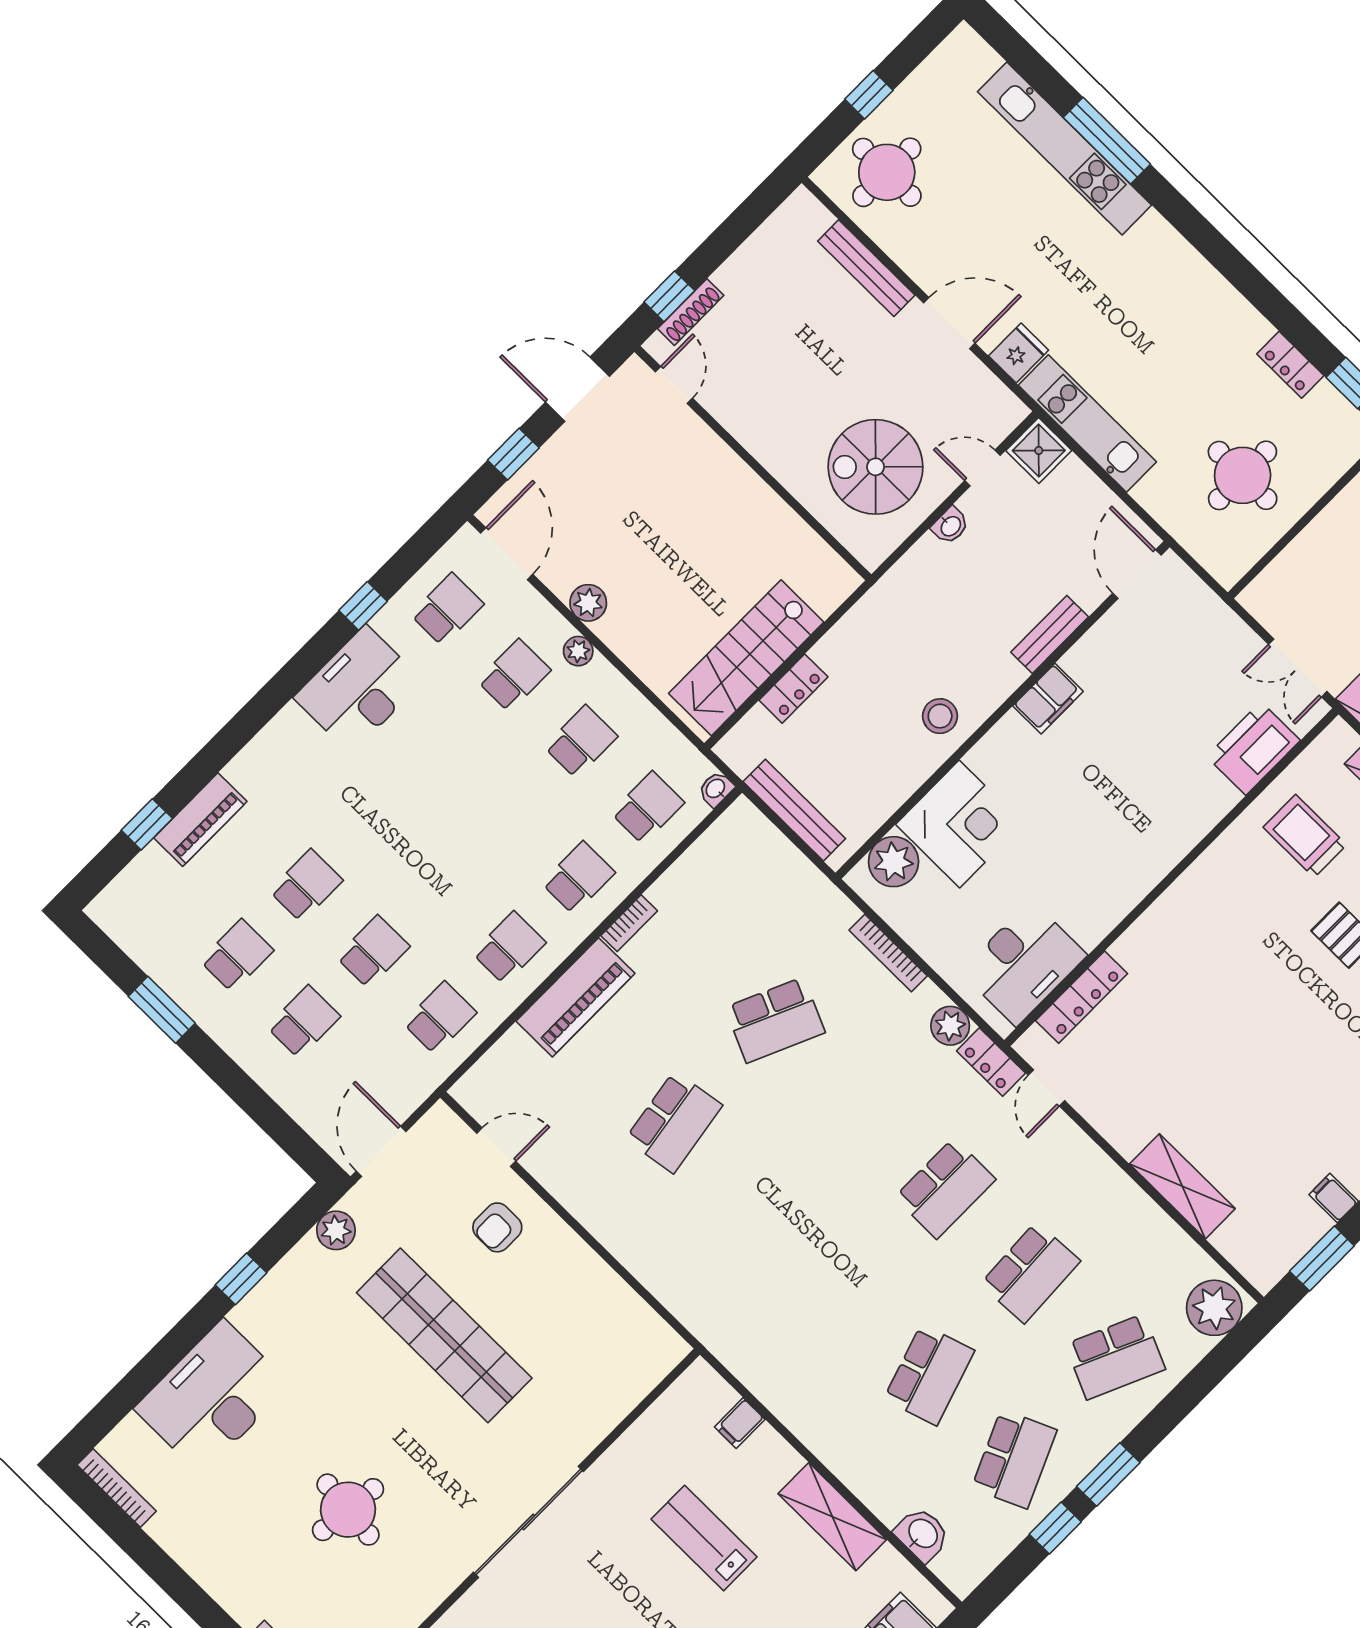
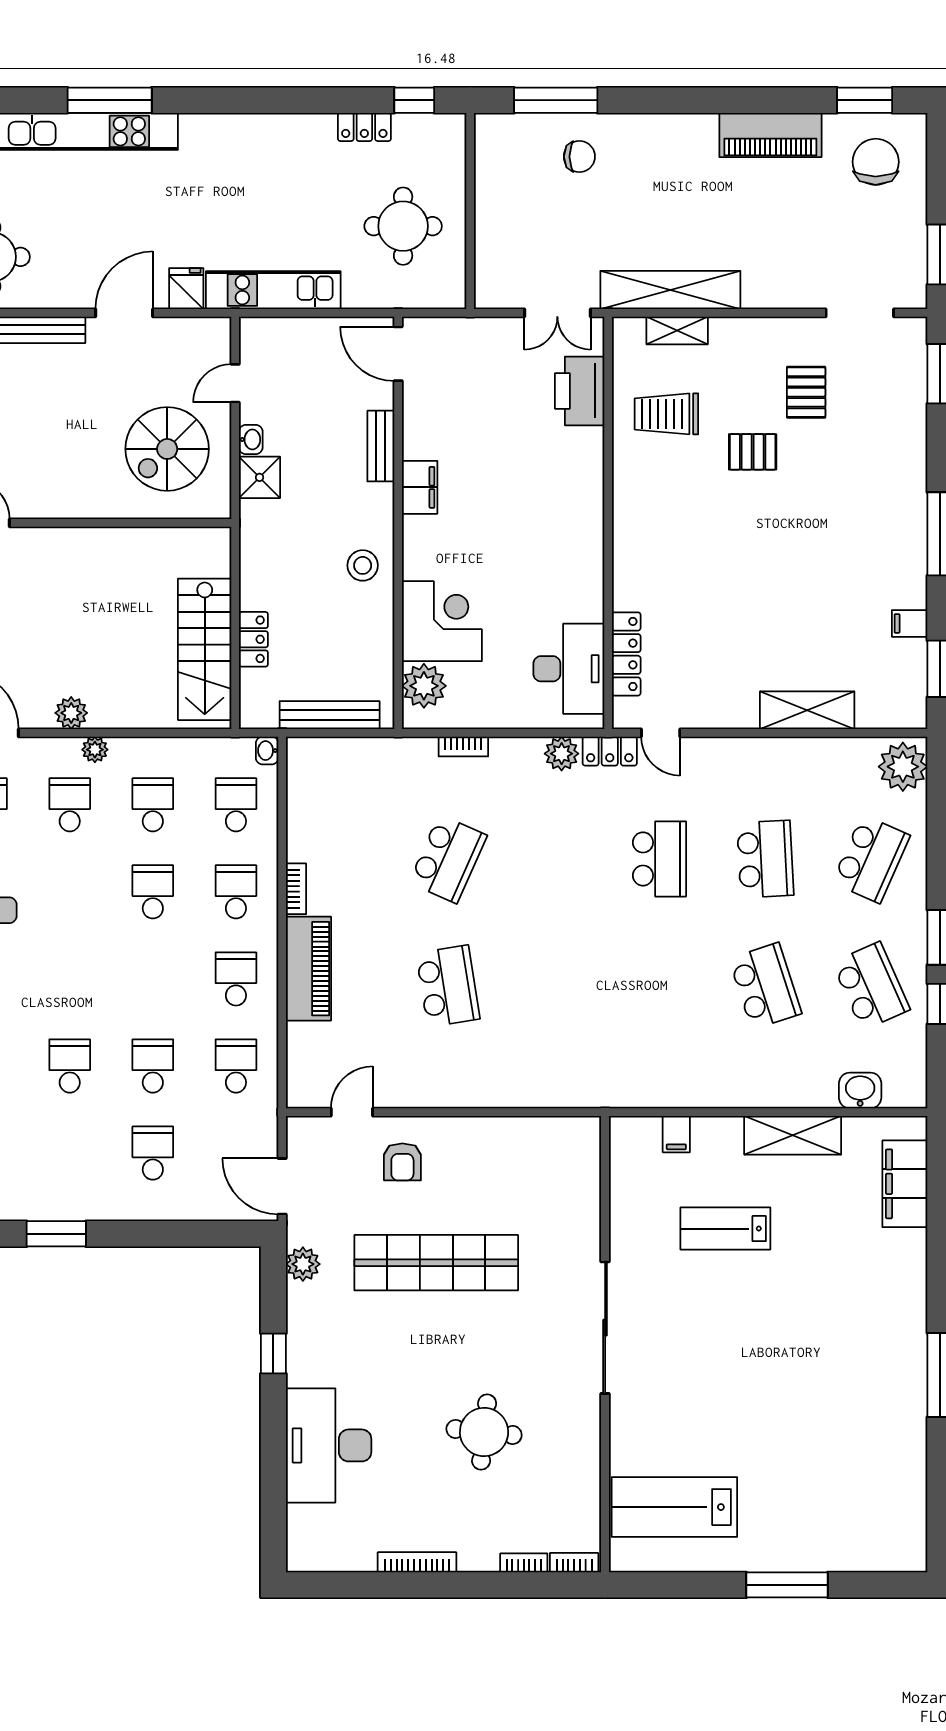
shower: (1039, 450) -> (260, 477), moved
bookcase: (888, 953) -> (463, 747), width x0.64
school desk: (237, 956) -> (153, 892), moved
bookcase: (117, 1488) -> (417, 1562), moved

